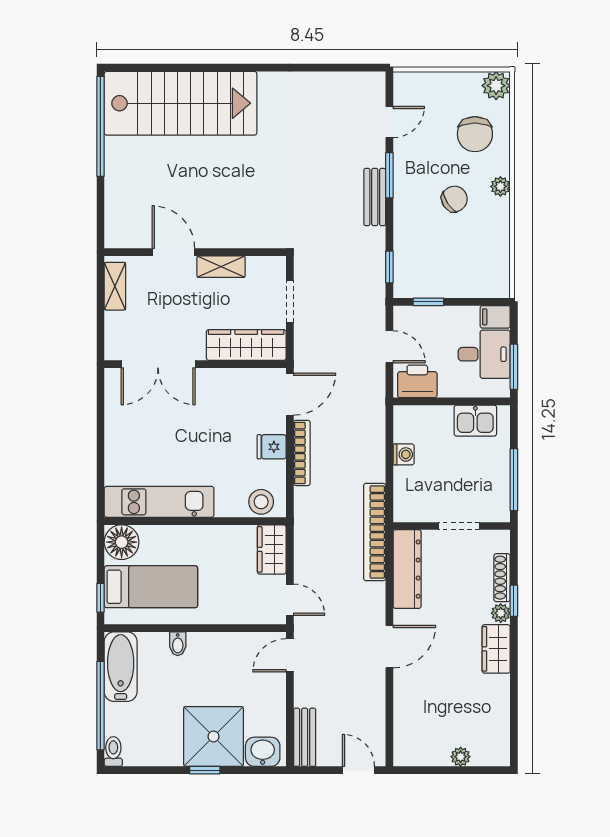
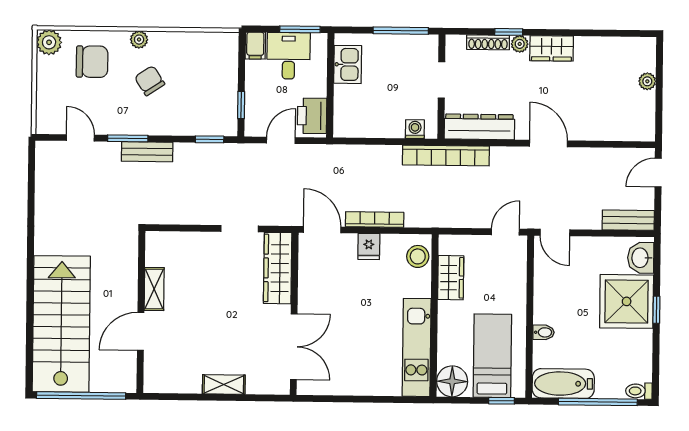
door: (173, 252) -> (141, 331), moved
wall: (195, 252) -> (141, 312), moved
shelving: (221, 267) -> (154, 289), moved
washing machine: (404, 454) -> (415, 129), moved
wardrobe: (272, 549) -> (451, 278), moved, turned -90

